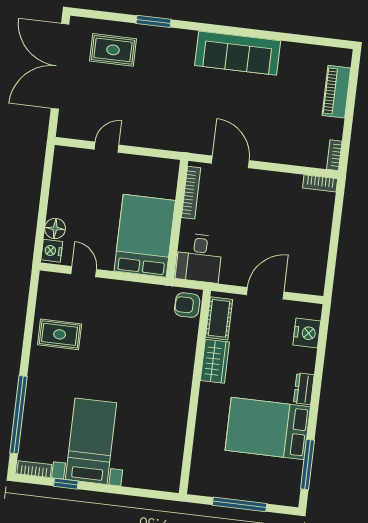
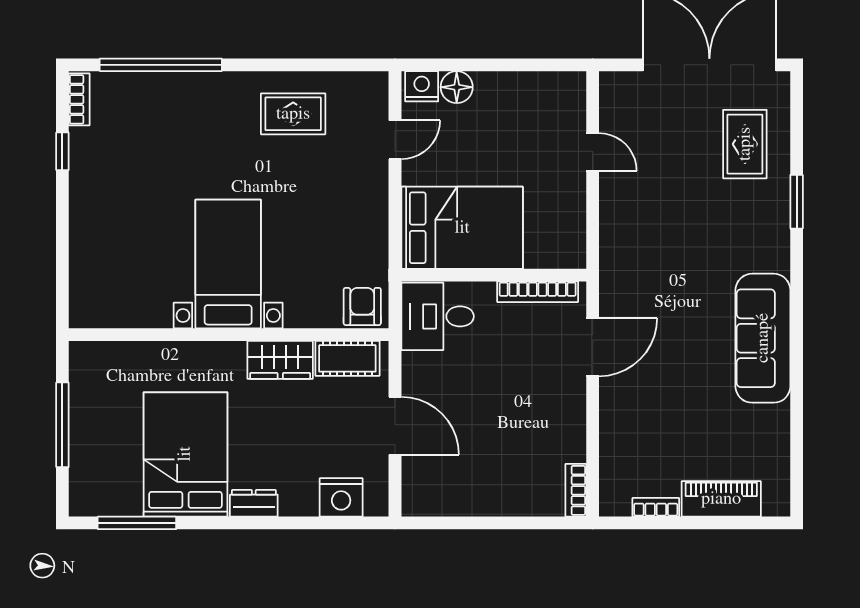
bookcase: (334, 155) -> (656, 507), moved
rug: (60, 334) -> (293, 114), turned 90
bed with nightstands: (91, 441) -> (228, 264), moved, turned -90

